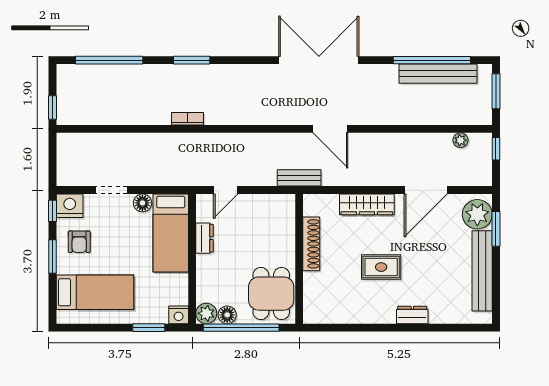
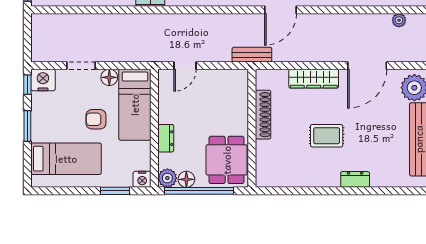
door: (330, 129) -> (281, 10), hinge flipped
dresser: (204, 238) -> (166, 138), moved
armchair: (79, 242) -> (96, 119), moved, turned 90

